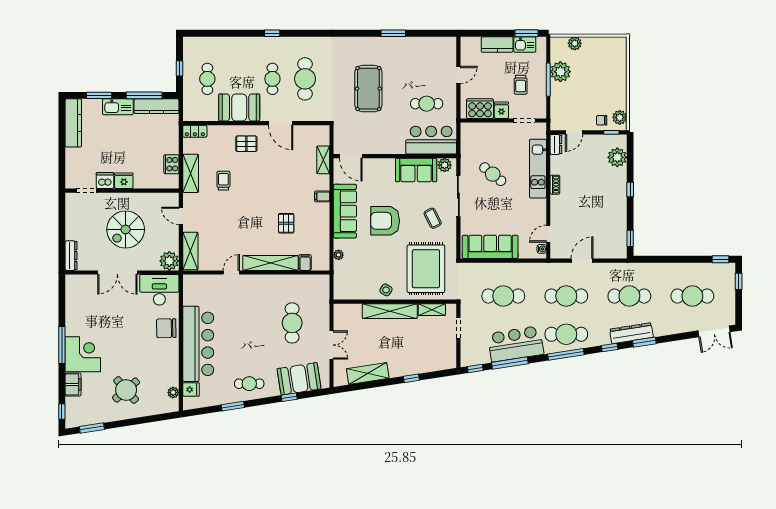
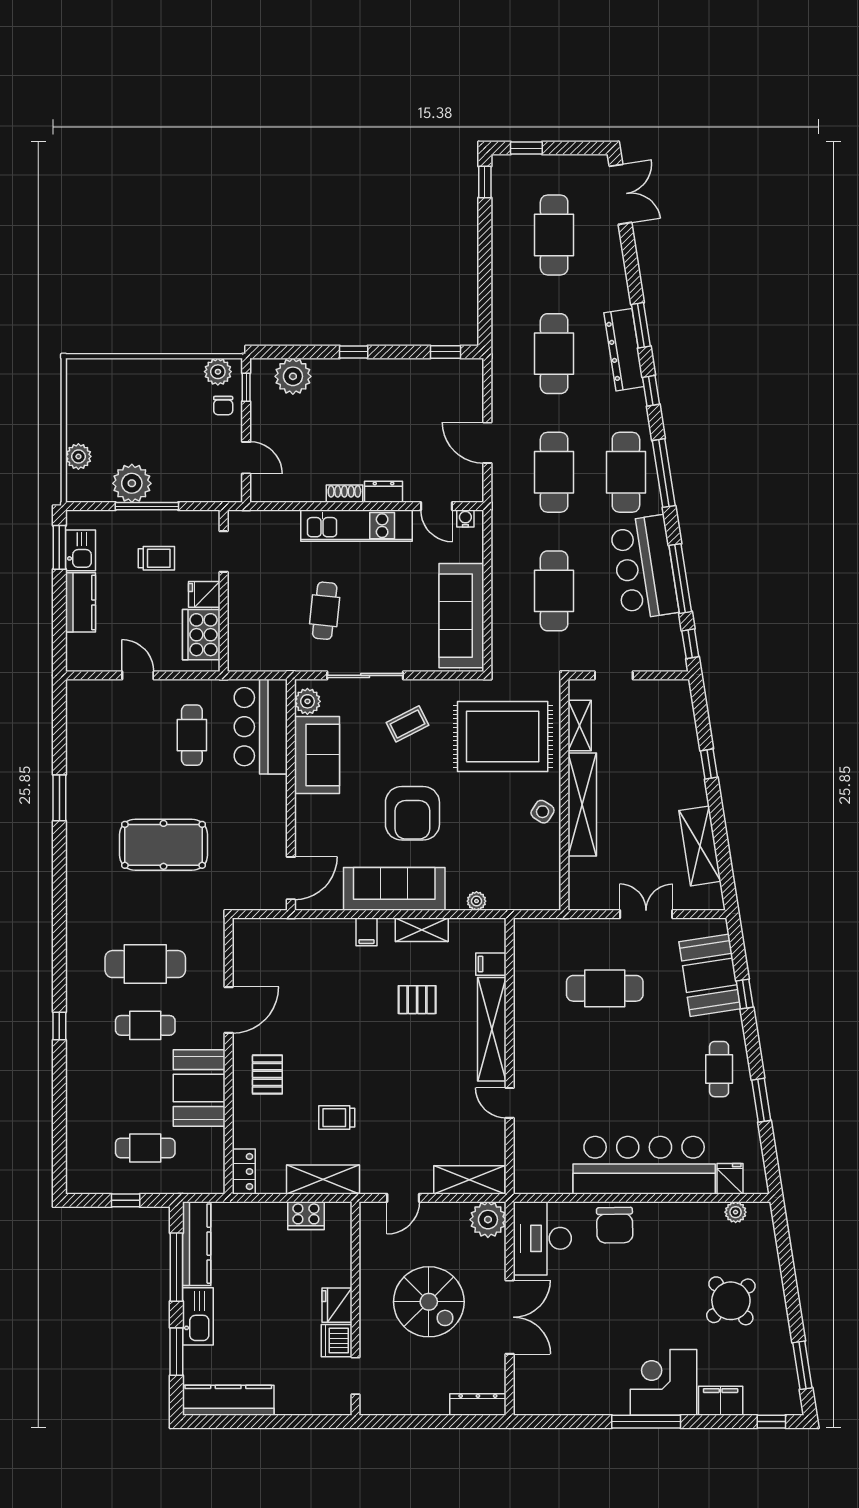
dresser: (556, 144) -> (383, 492), moved
shelving: (323, 160) -> (422, 930), moved
kitchen unit: (538, 169) -> (357, 526), moved
cafe table: (493, 174) -> (325, 611), turned -33

